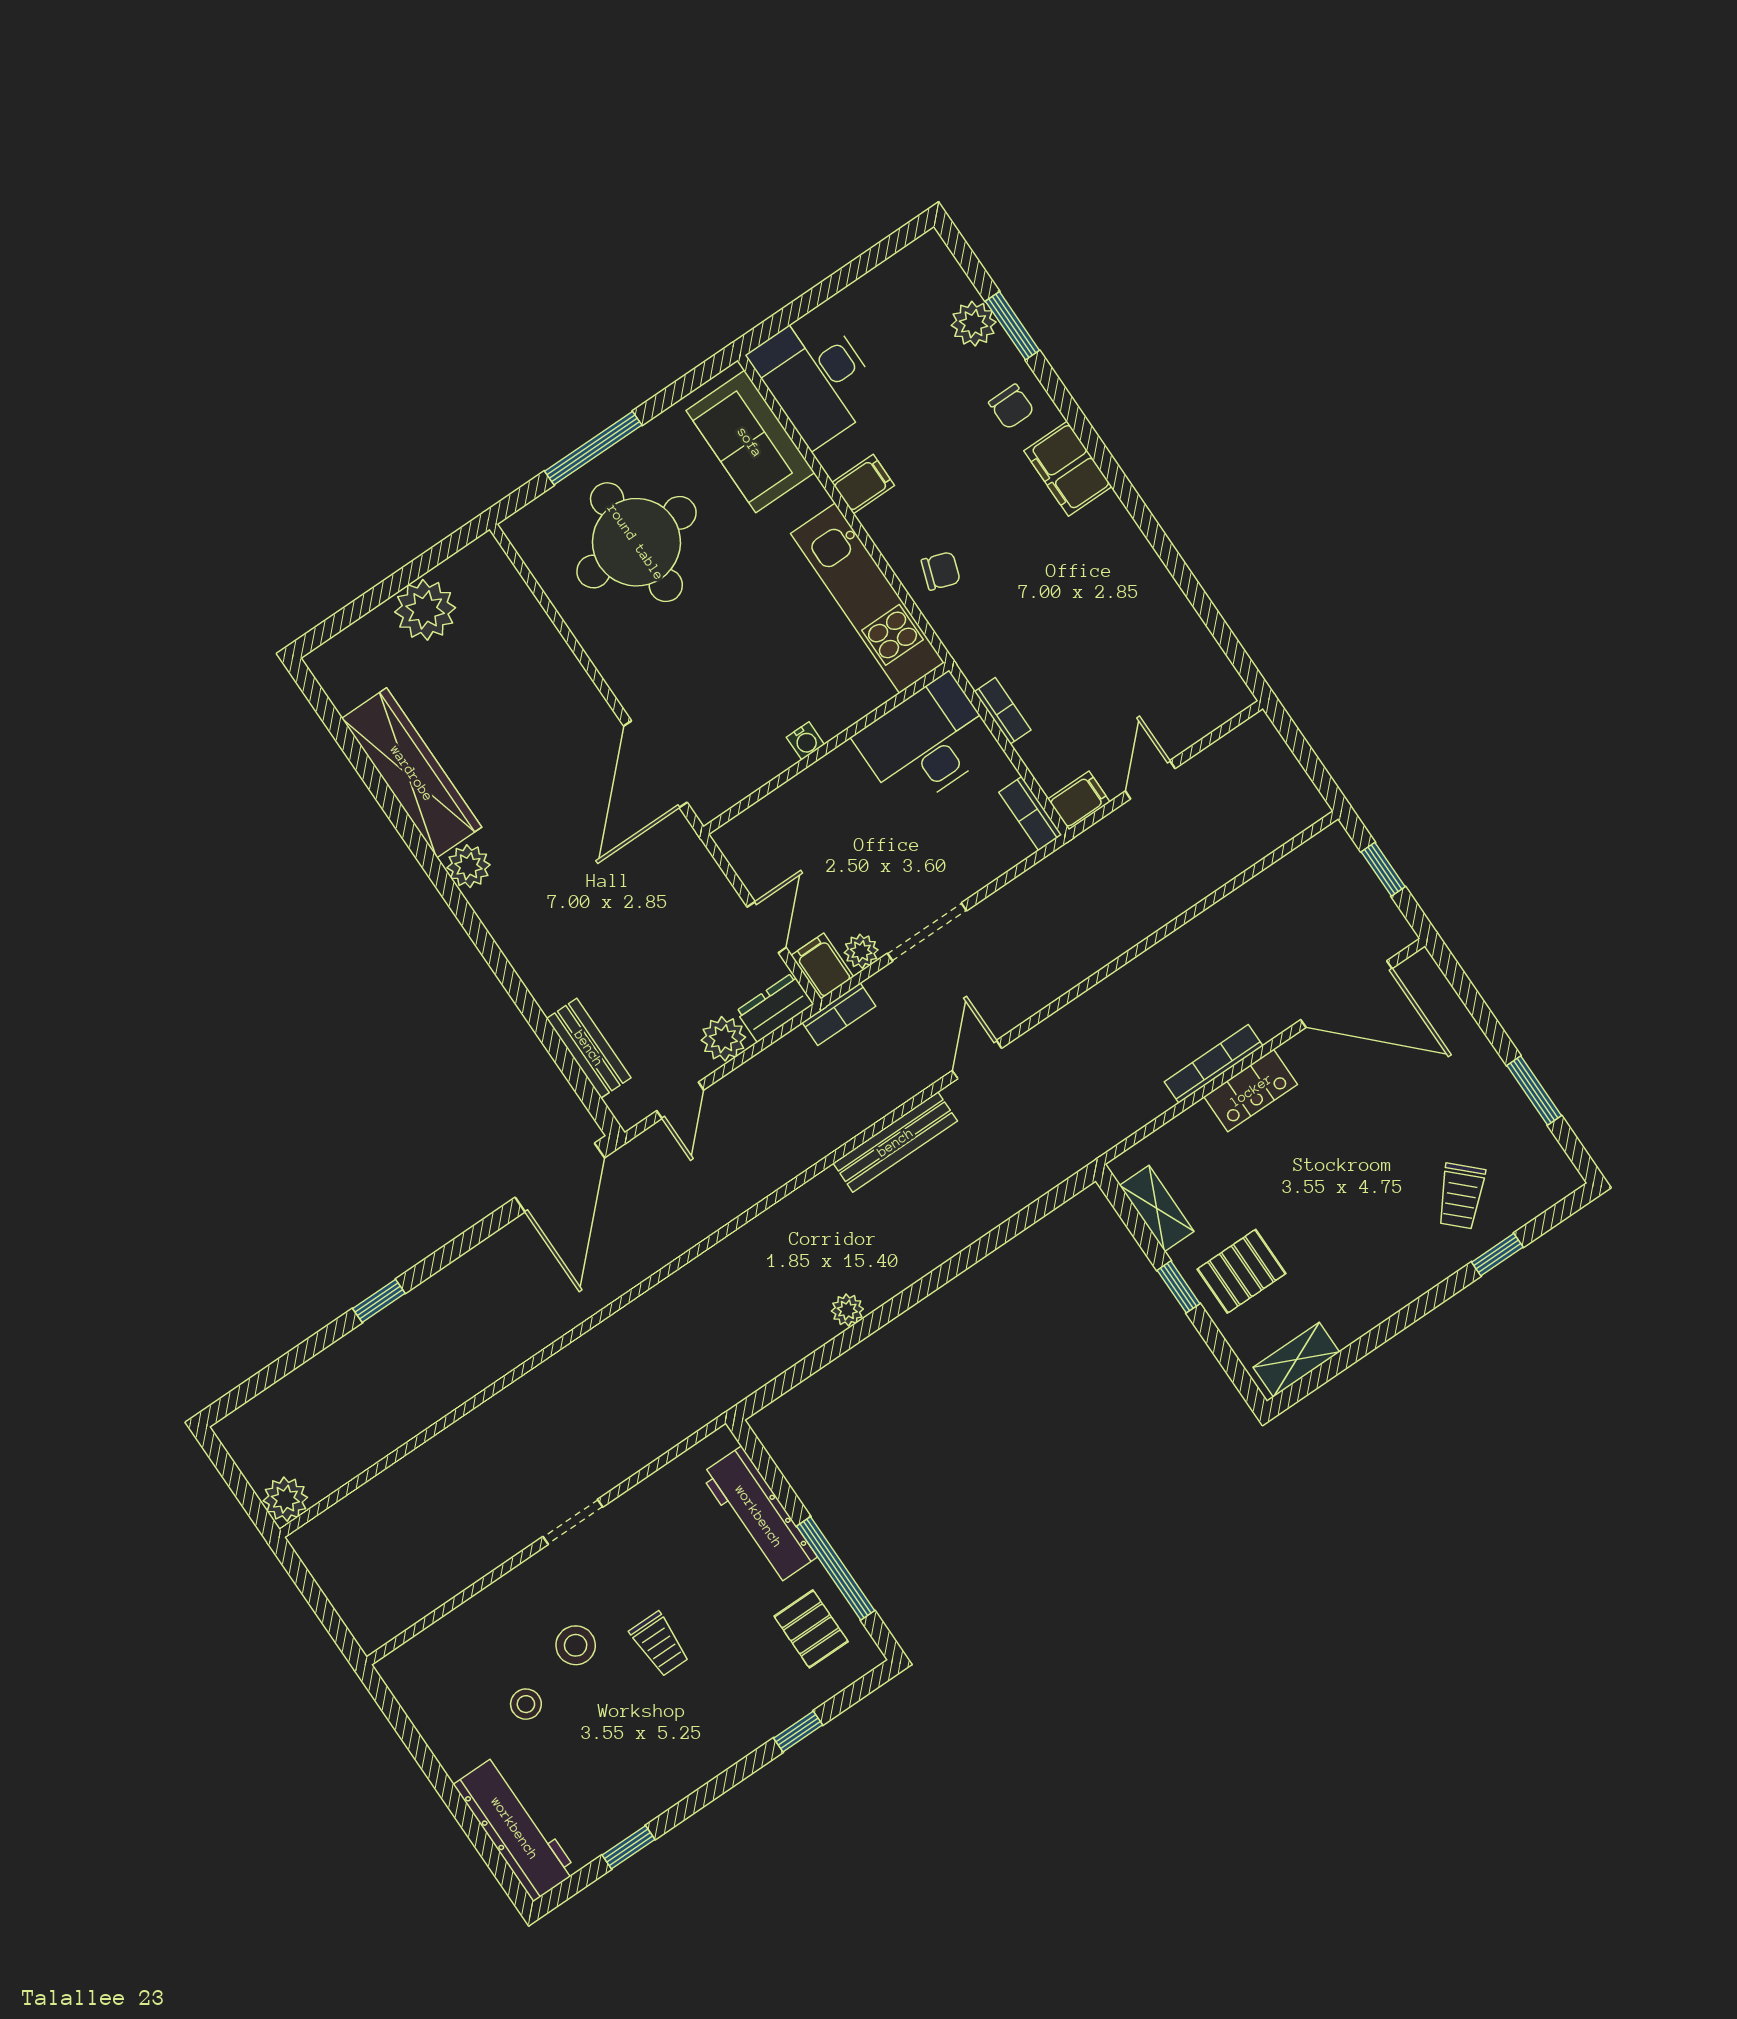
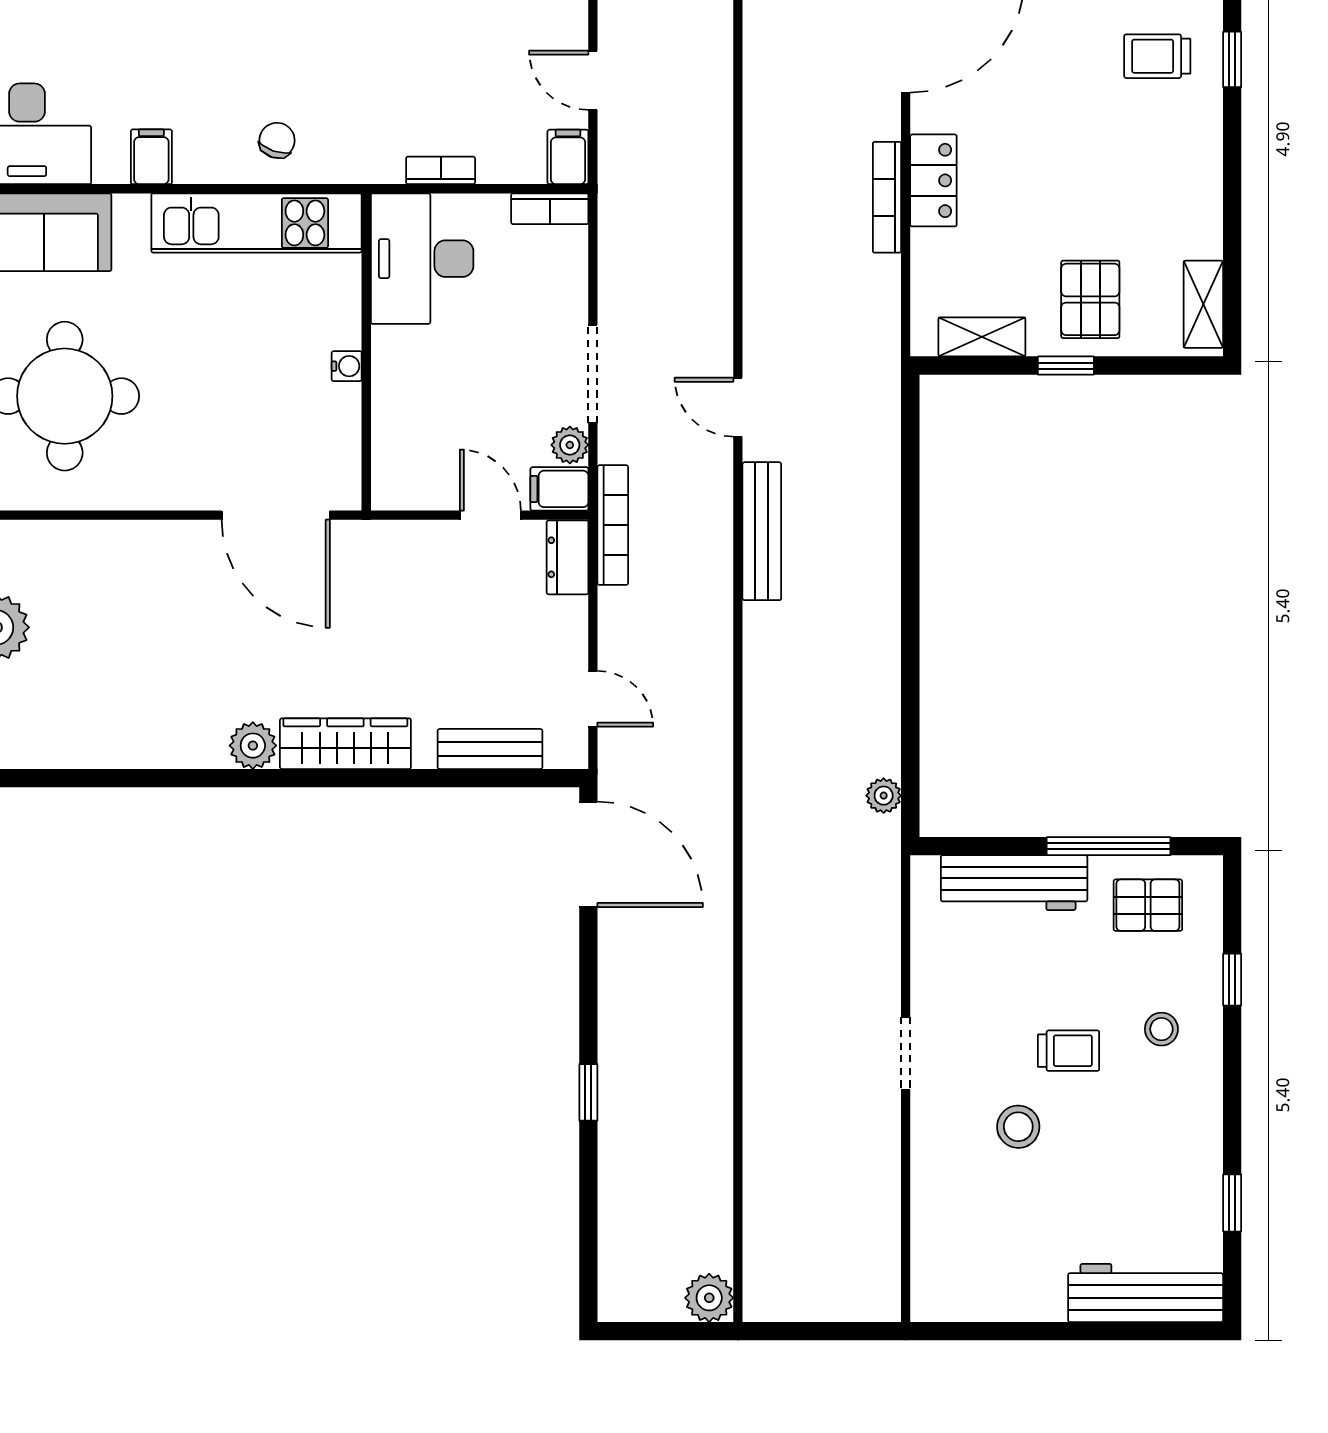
wardrobe: (412, 773) -> (345, 744), moved, width x0.71, depth x0.85
bookcase: (839, 1014) -> (613, 525), width x1.56
plant: (723, 1039) -> (564, 622), removed
trolley: (1461, 1196) -> (1157, 56), turned 136
plant: (847, 1310) -> (884, 796), moved
stool: (526, 1704) -> (1161, 1029), moved

